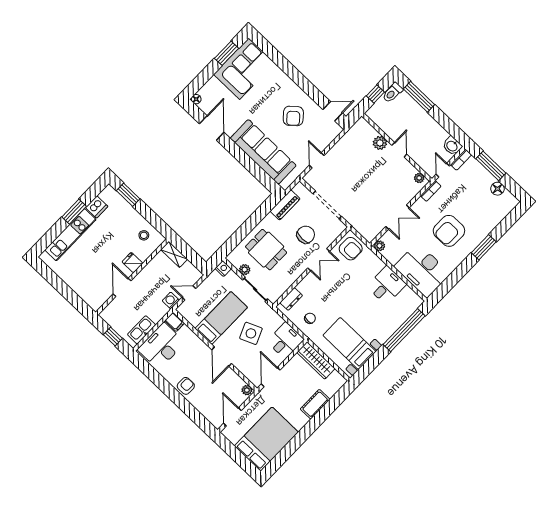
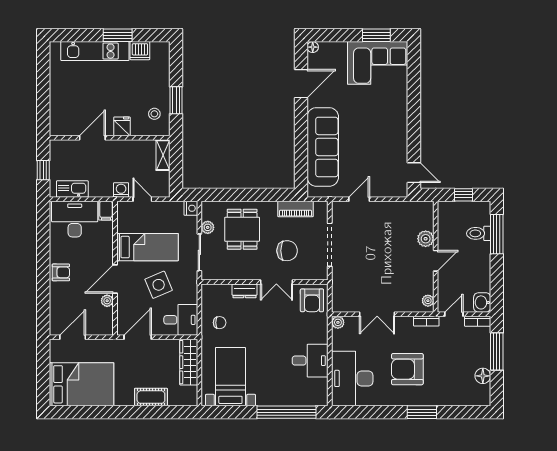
toilet: (393, 93) -> (479, 233), moved
armchair: (293, 116) -> (378, 143), removed
window: (128, 195) -> (176, 100), moved
dresser: (291, 299) -> (245, 291), moved
plant: (247, 390) -> (107, 301), moved

